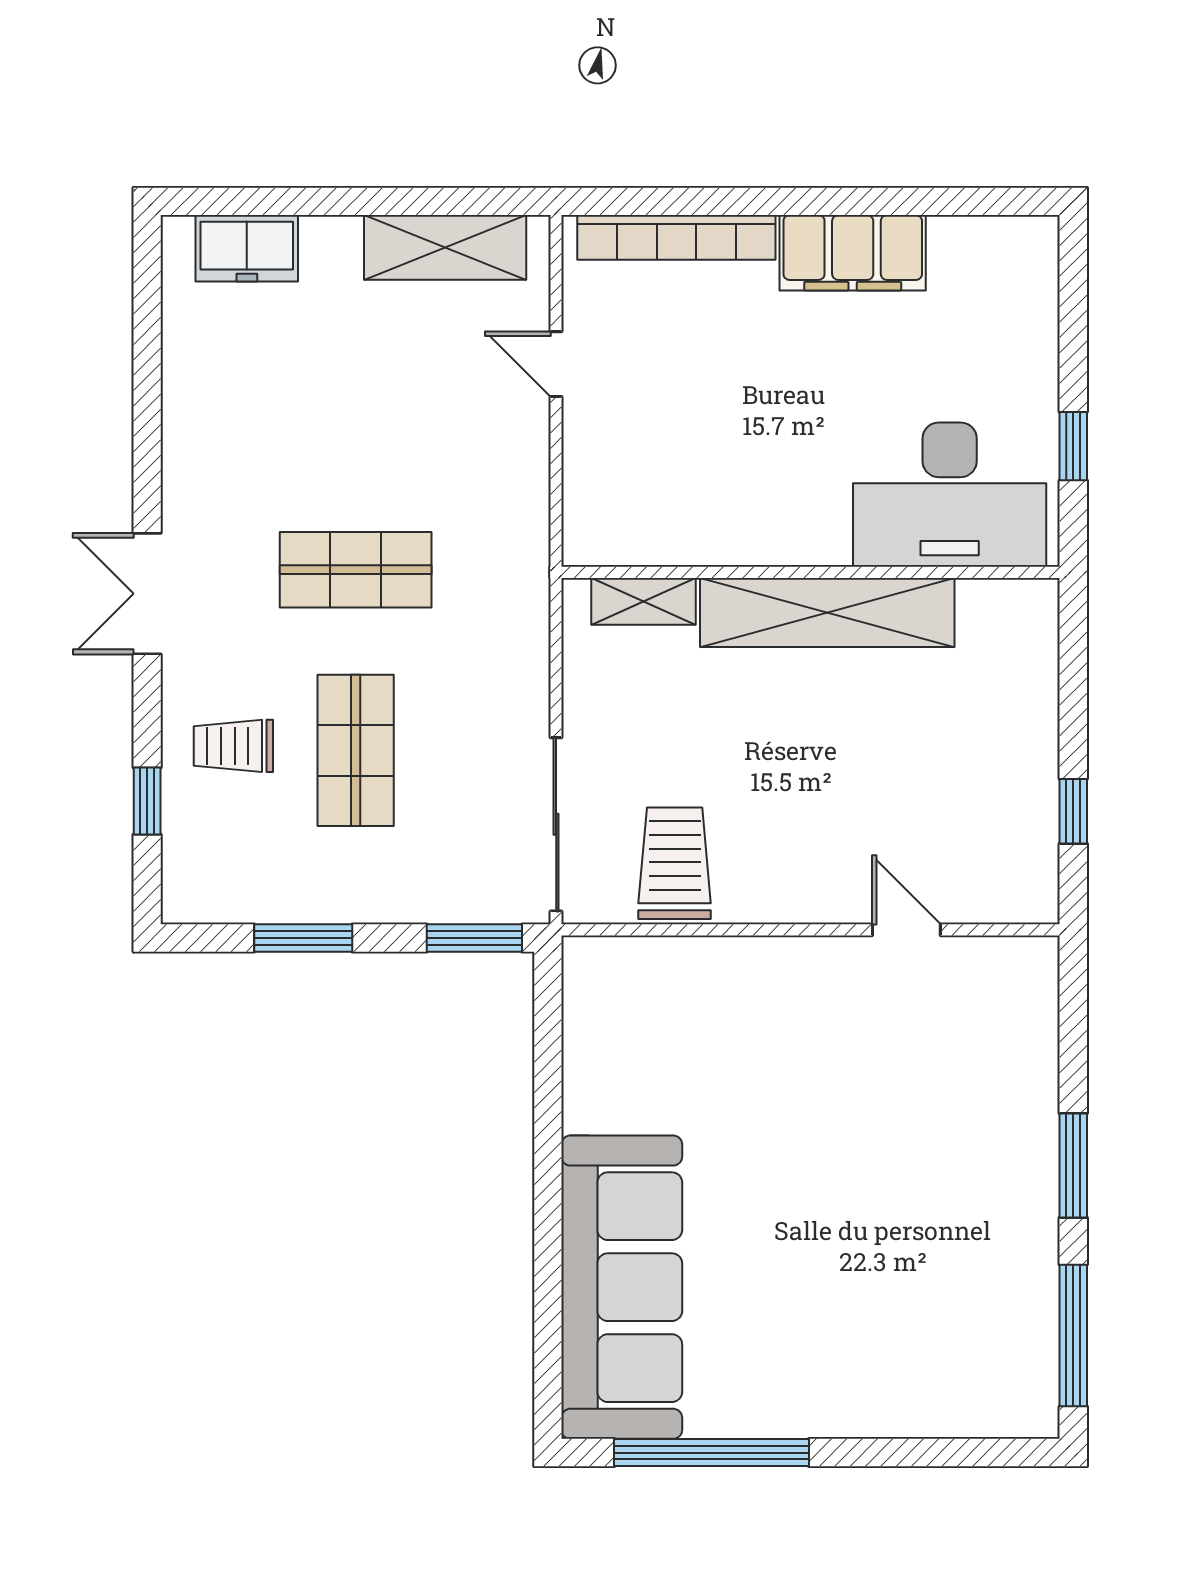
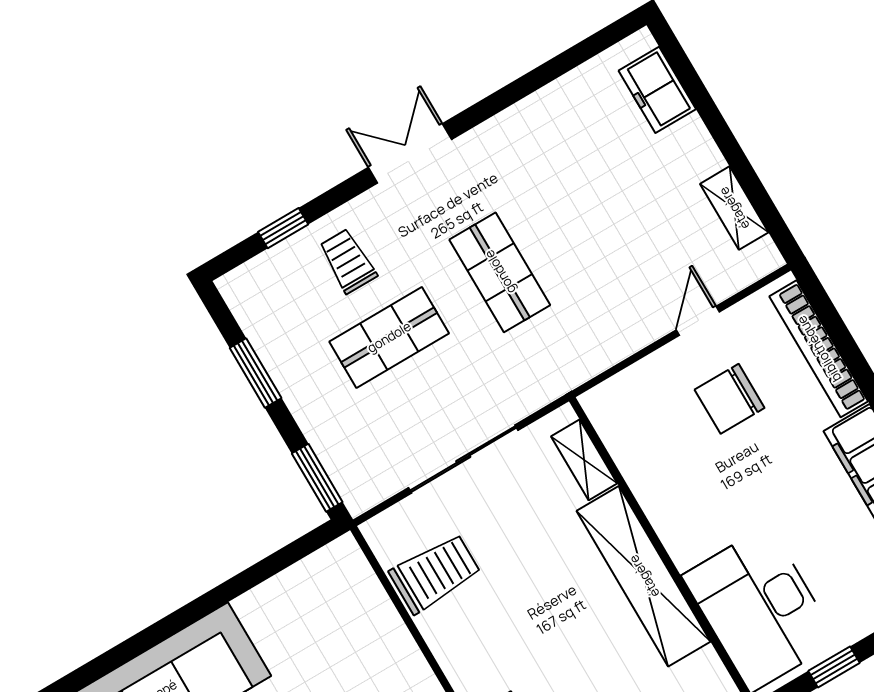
shelving: (445, 247) -> (734, 208), width x0.67, depth x0.75
chair: (673, 381) -> (730, 399), added
sliding door: (556, 824) -> (463, 459), moved

